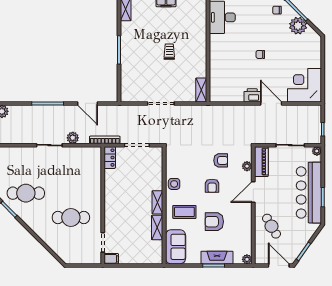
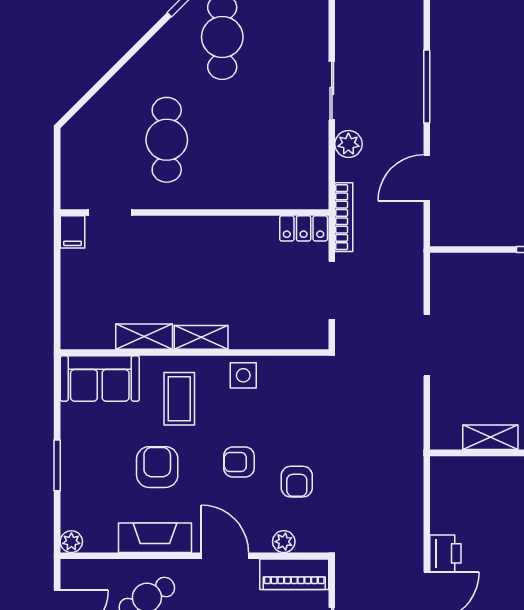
shelving: (201, 90) -> (490, 437), moved
fireplace: (217, 258) -> (155, 538), moved, turned -90

